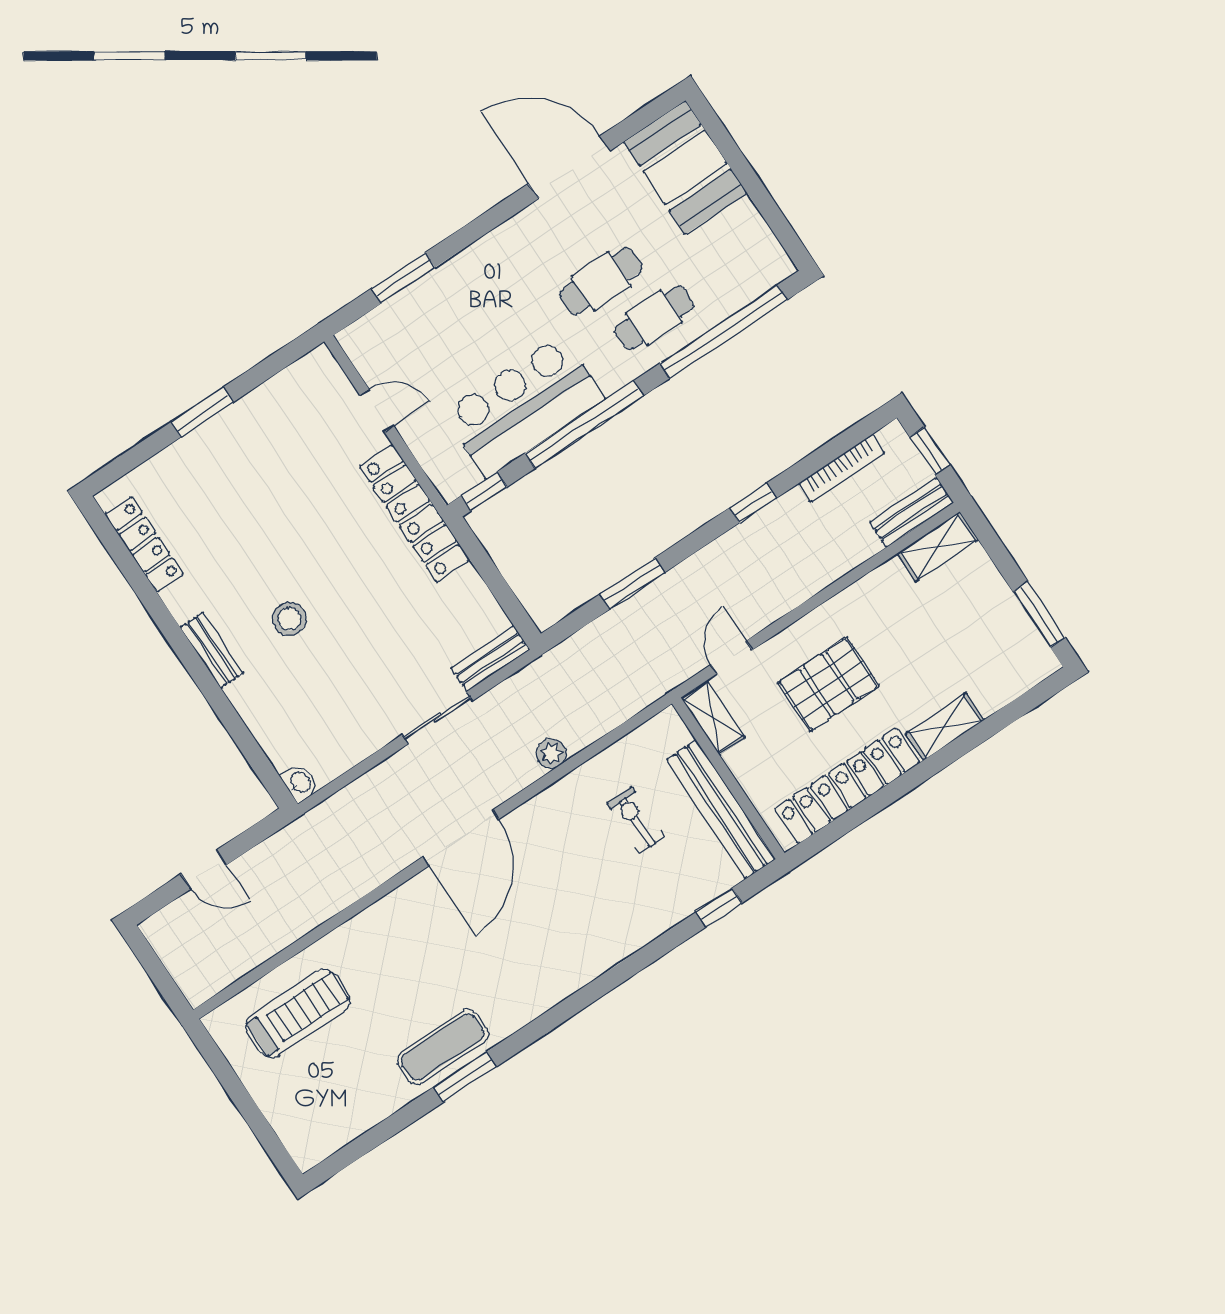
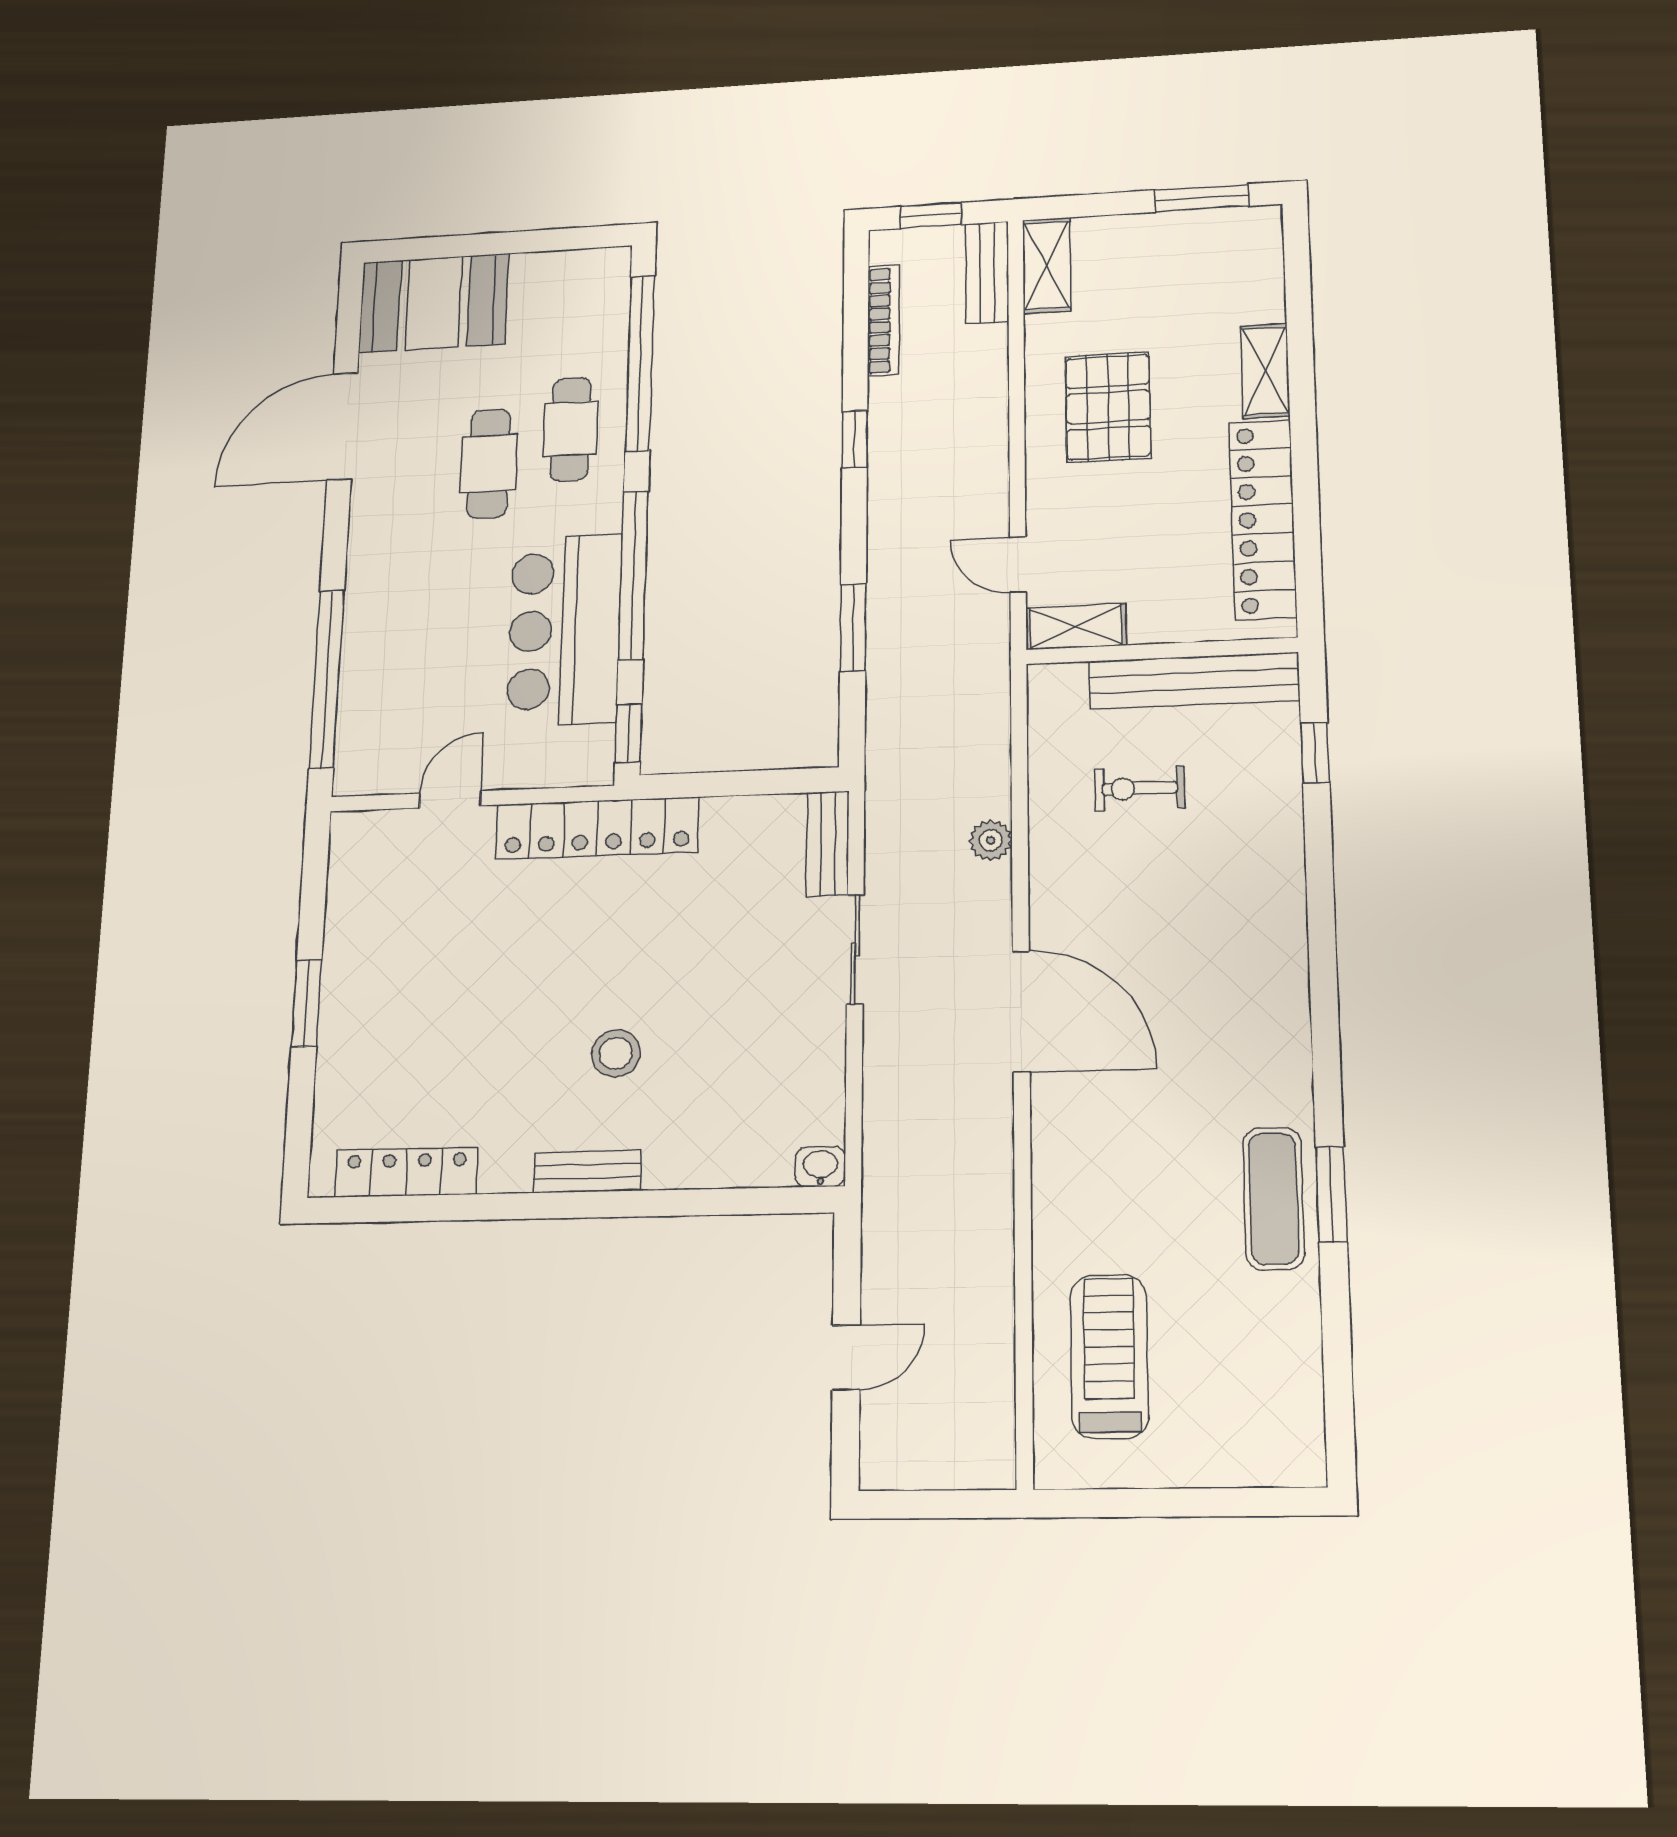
window: (403, 278) -> (327, 679), width x2.11
pallet: (828, 684) -> (1108, 407), moved

